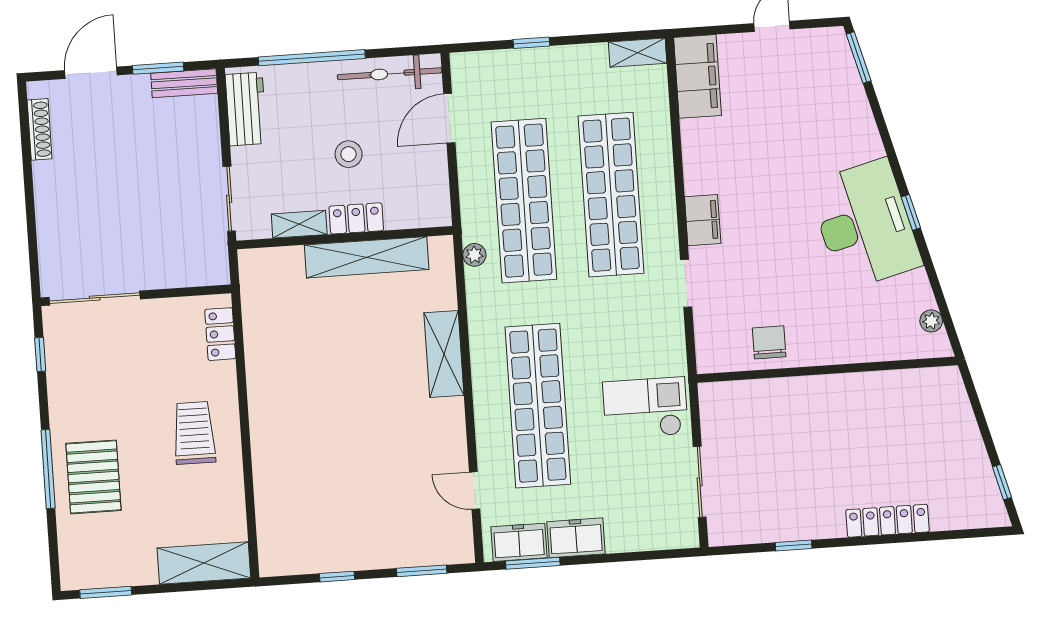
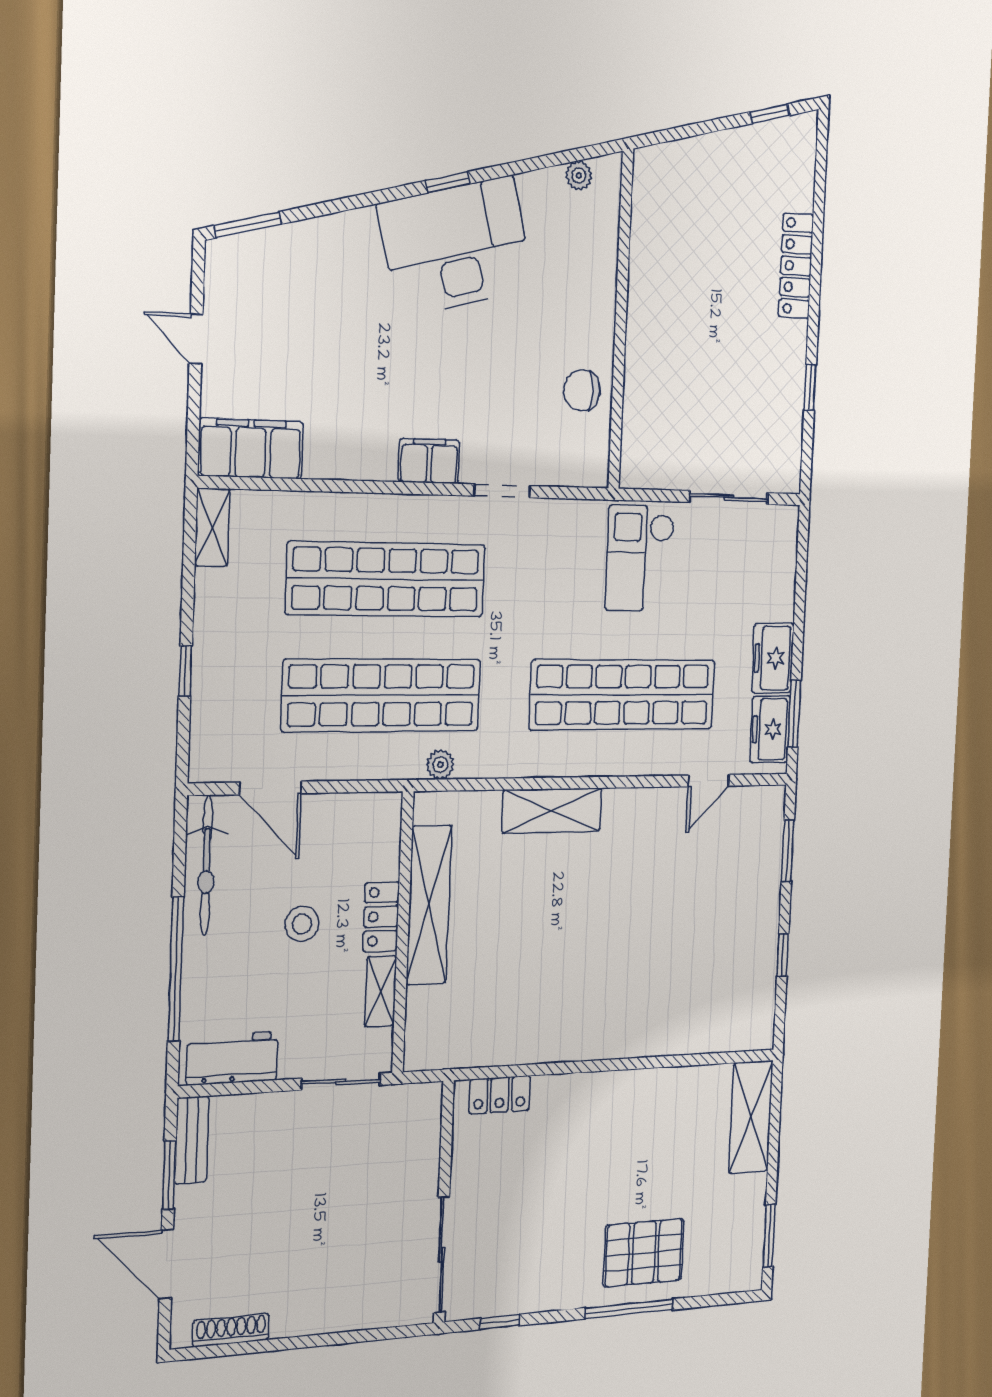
trolley: (194, 433) -> (608, 1128), removed

